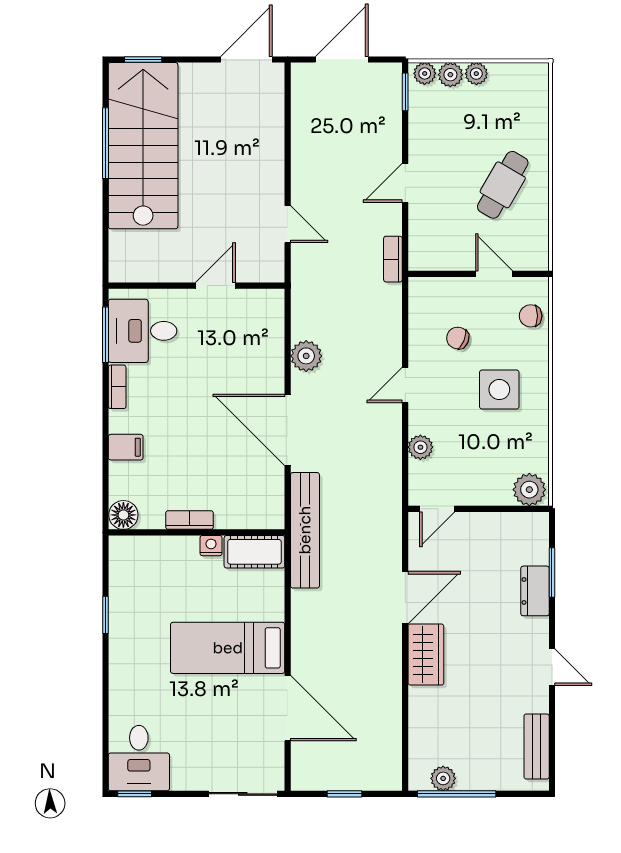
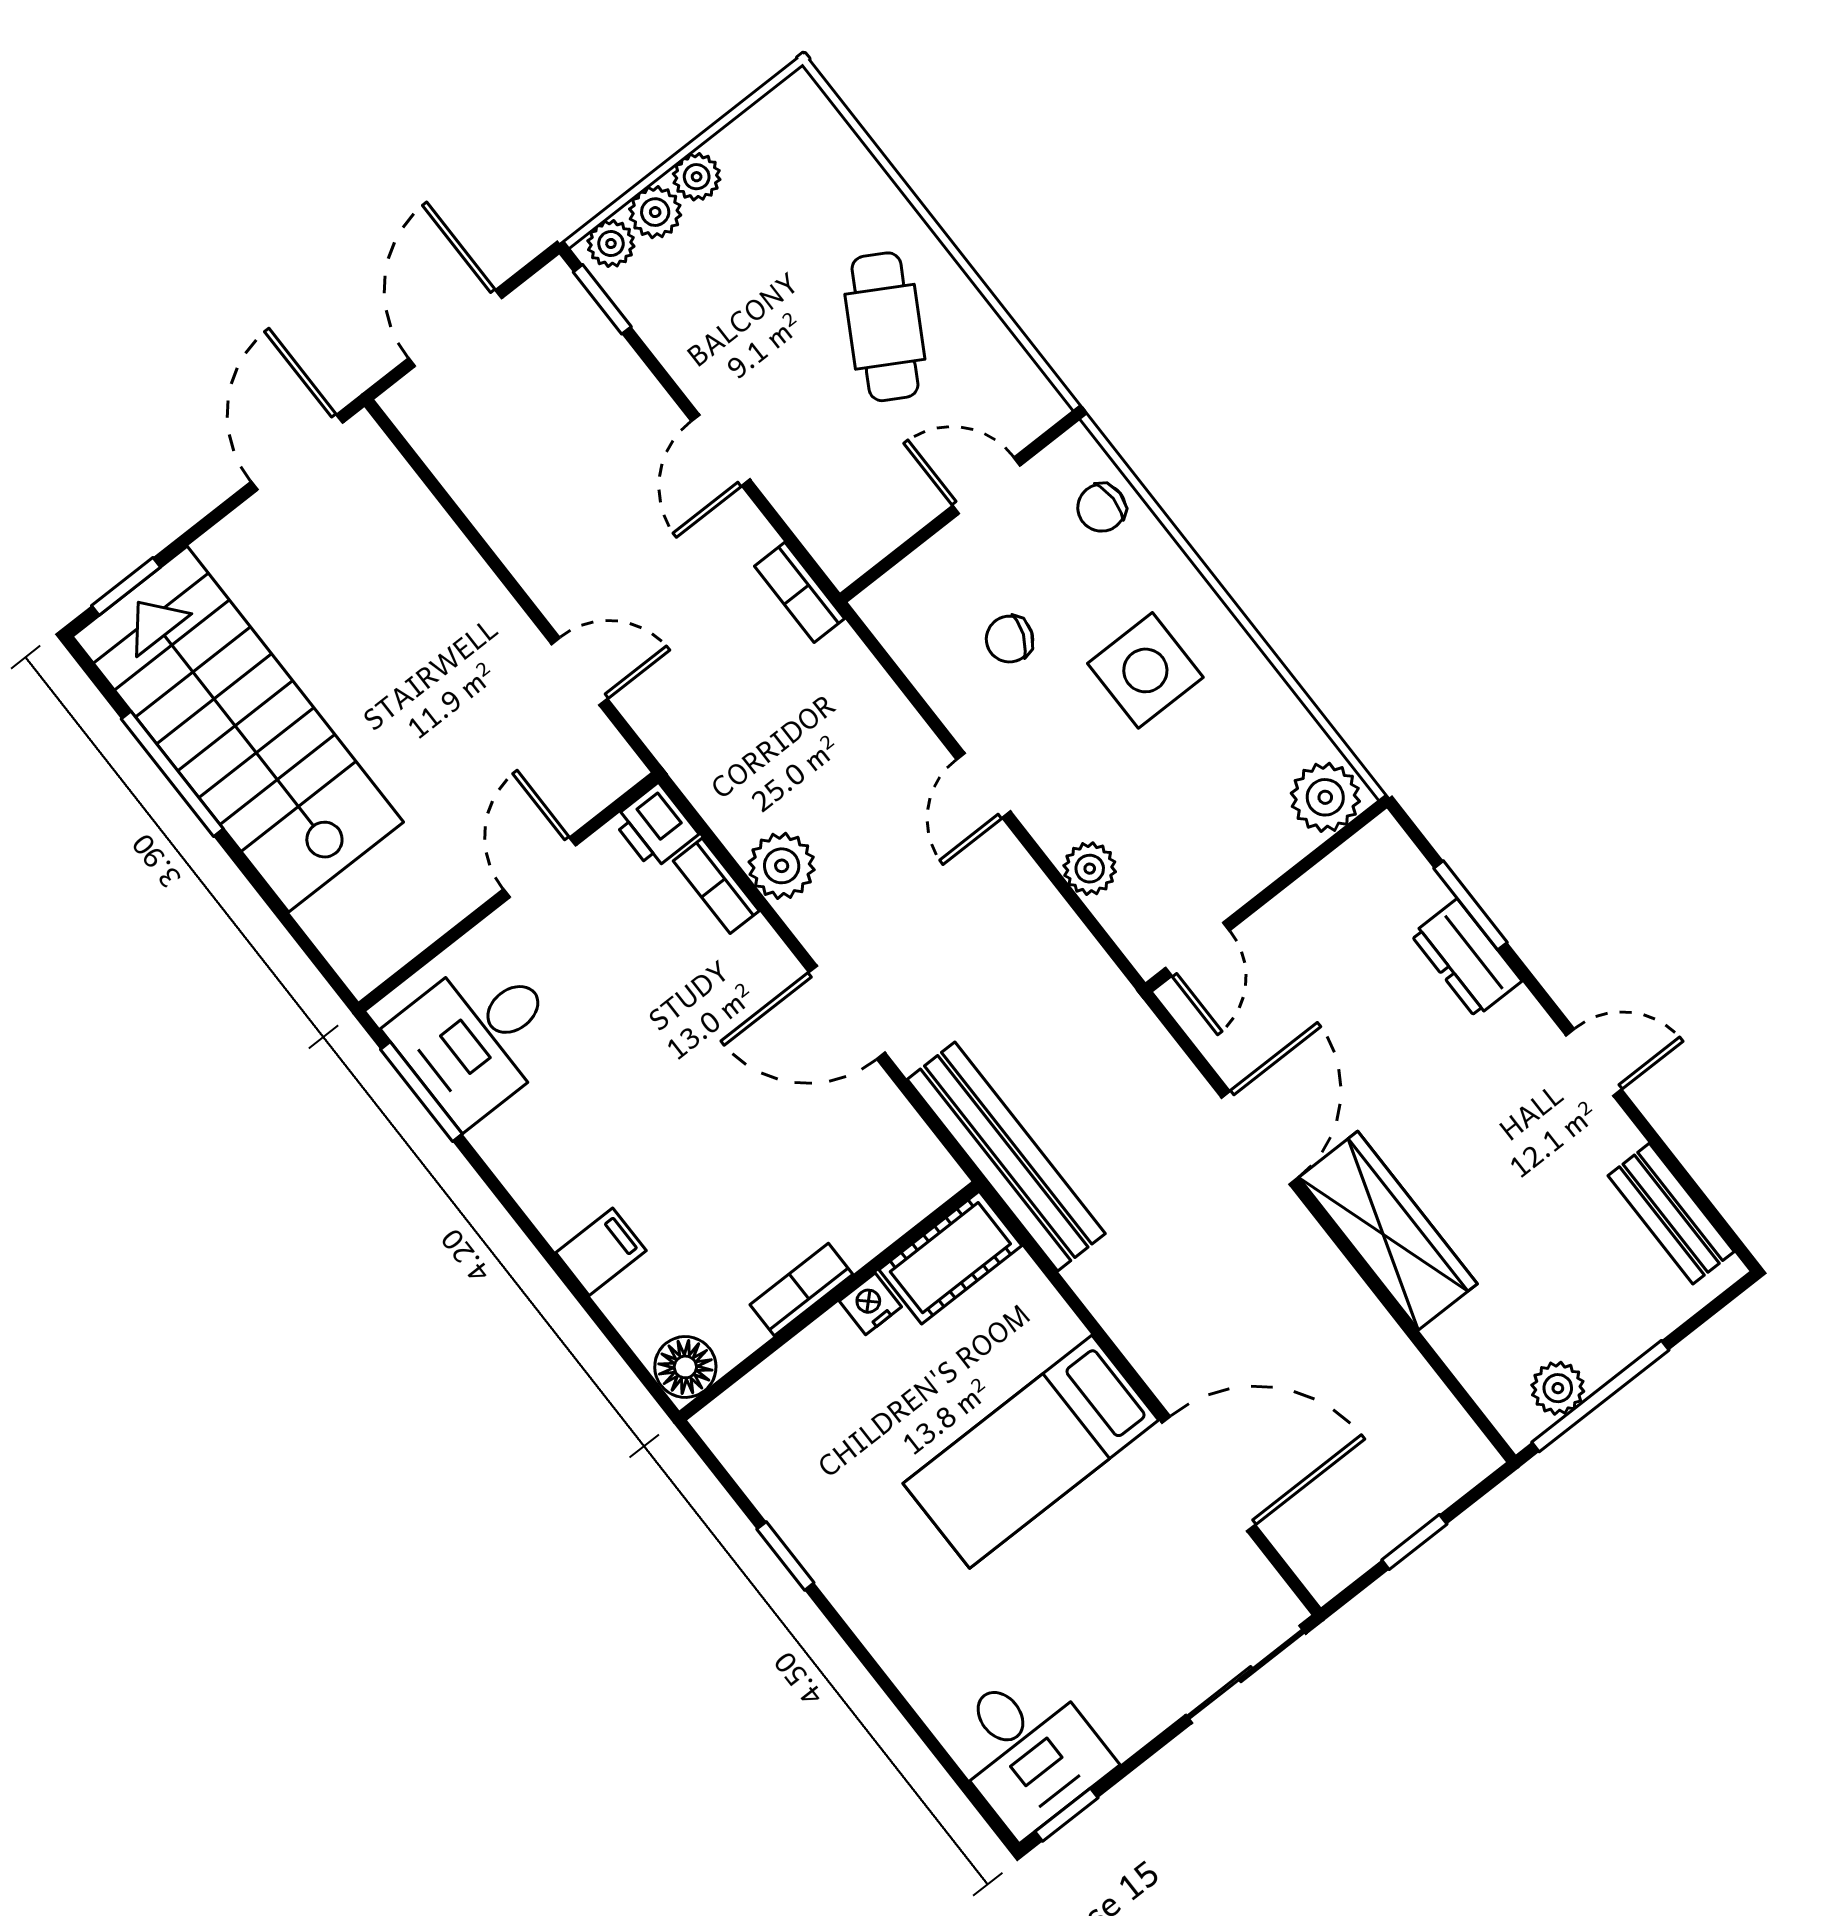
printer: (270, 304) -> (655, 827), added
bookcase: (117, 387) -> (716, 886), moved, turned 180
door: (288, 430) -> (847, 1012), width x0.73
wardrobe: (426, 655) -> (1388, 1231), width x1.50

